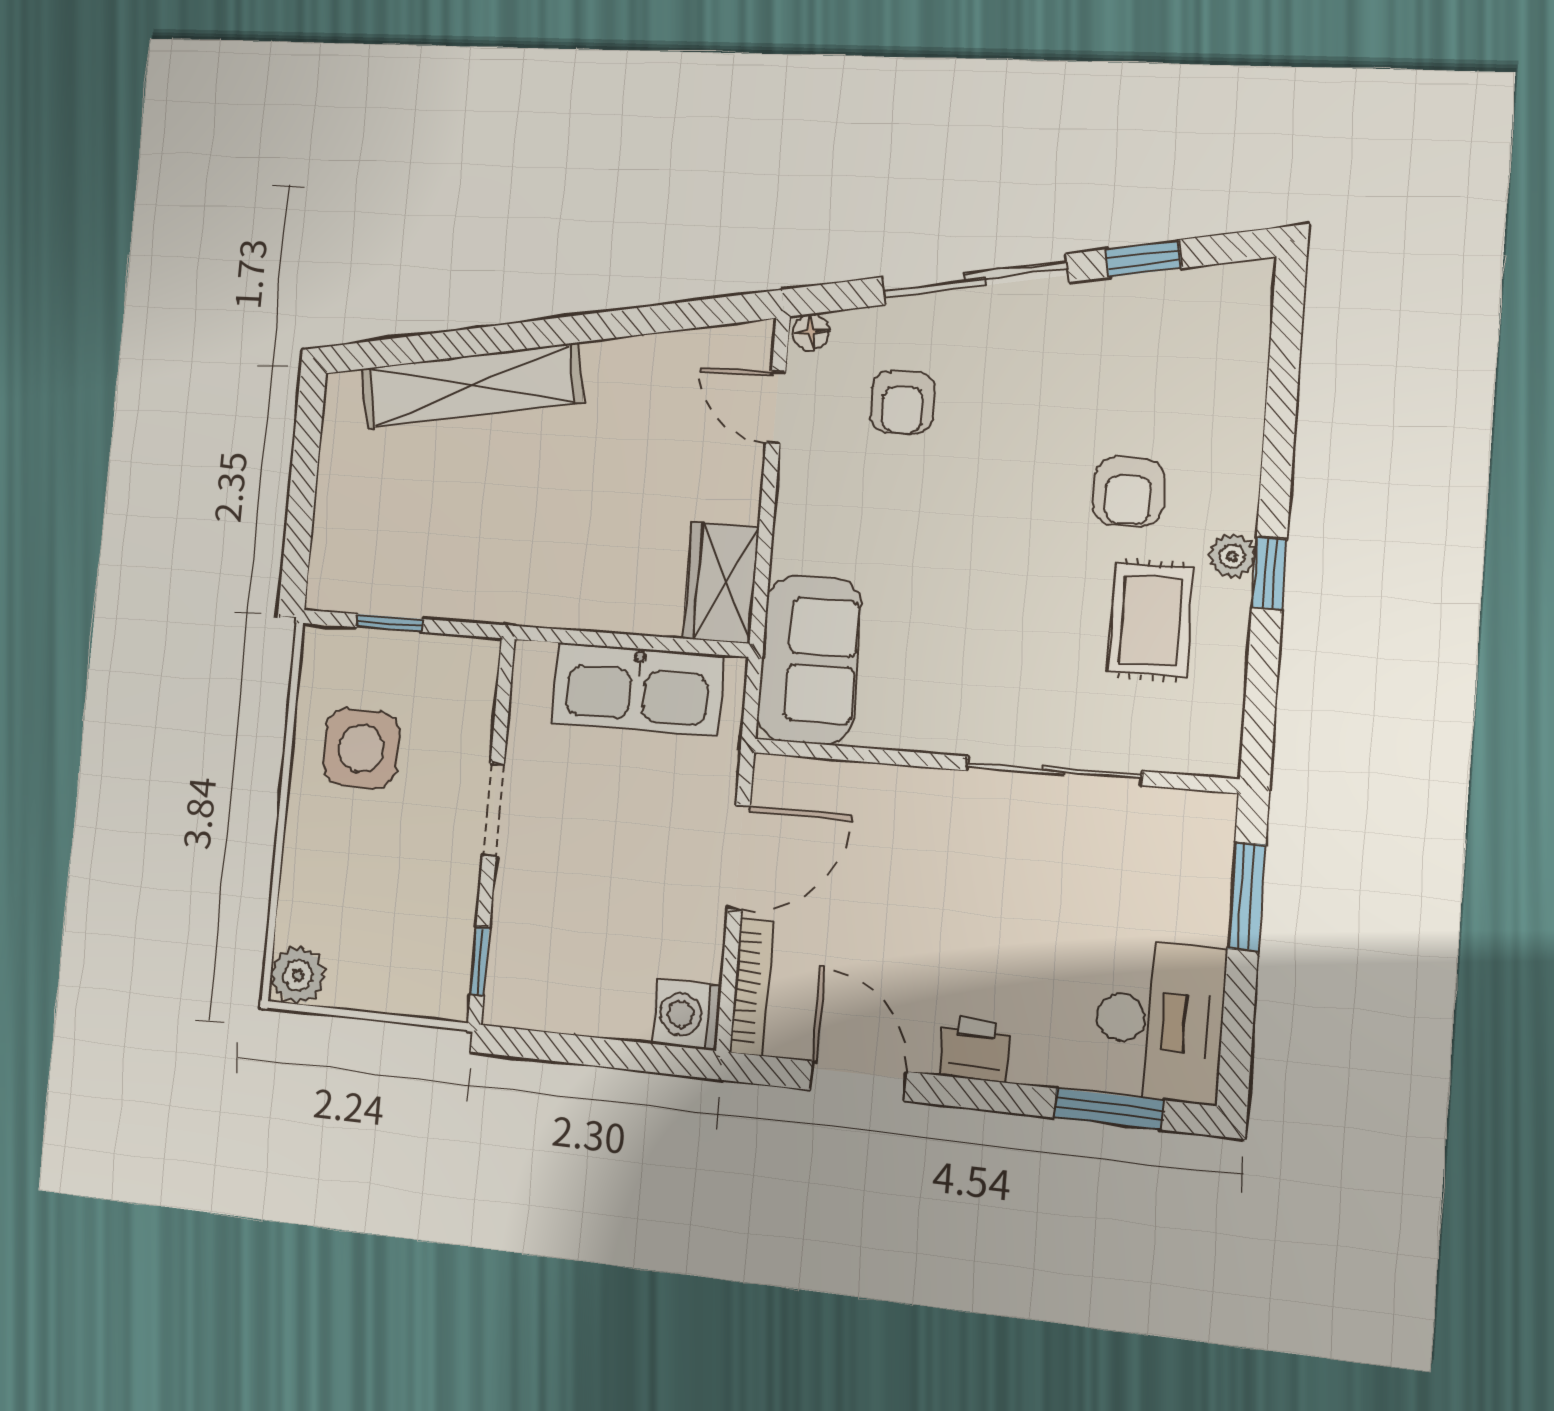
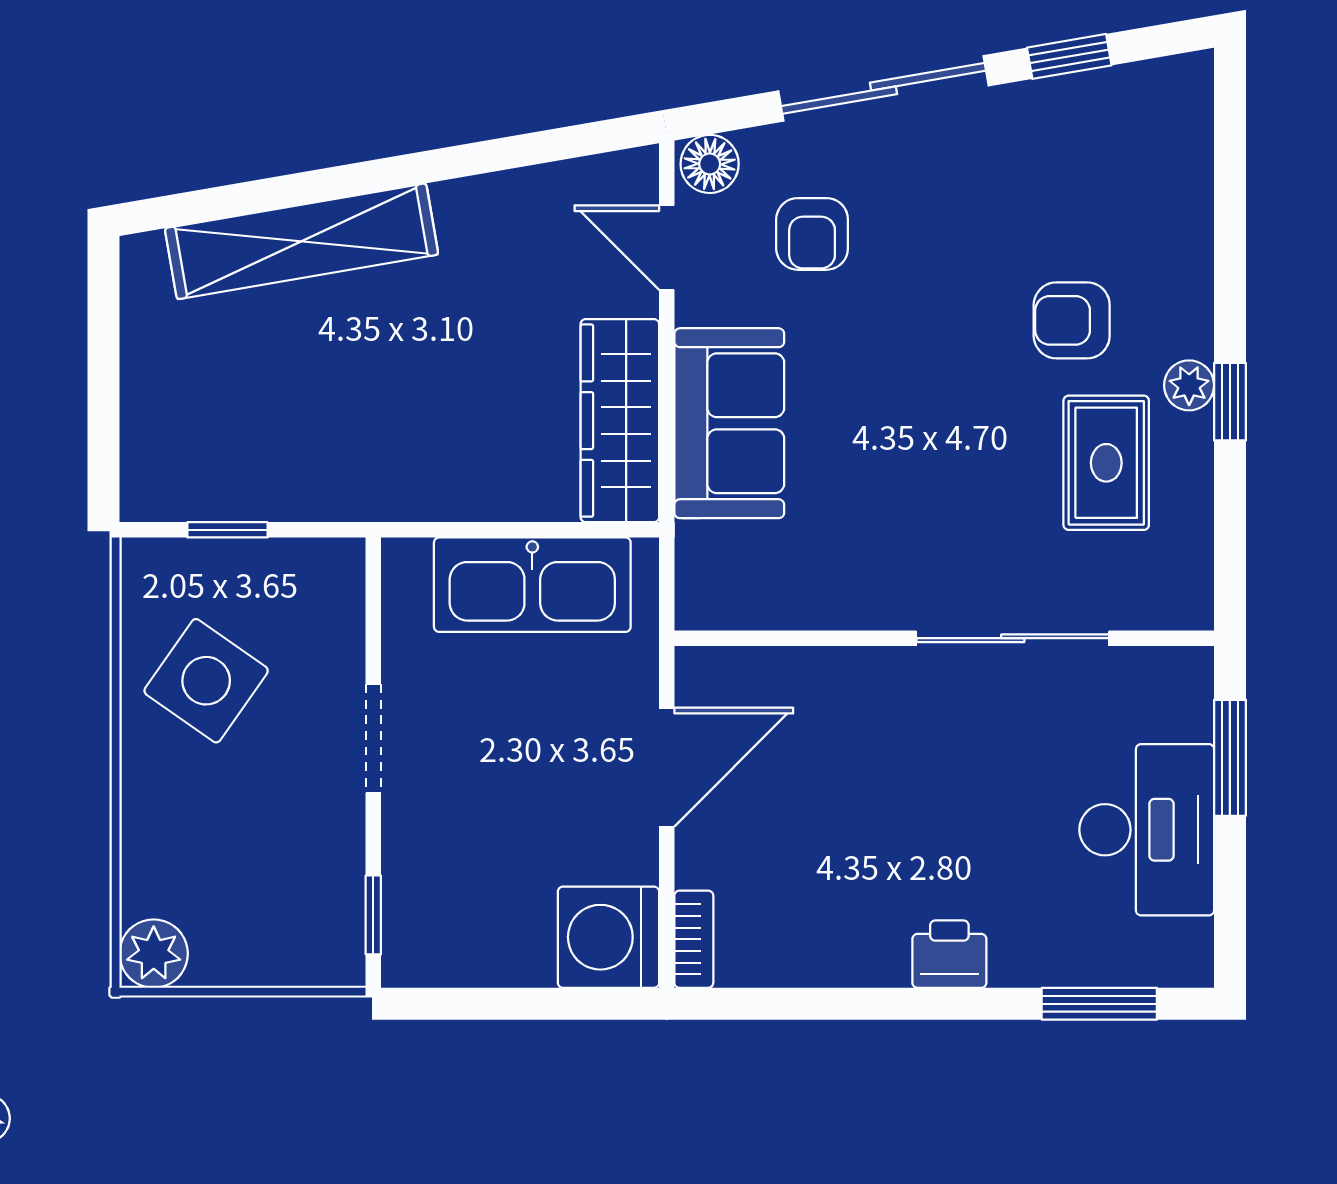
floor lamp: (811, 332) -> (710, 164), width x1.37, depth x1.37
armchair: (1129, 492) -> (1072, 320), turned 90
wardrobe: (721, 583) -> (620, 421), width x1.50
sofa: (809, 660) -> (729, 423), moved
side table: (361, 749) -> (206, 681), turned 35
bookcase: (752, 987) -> (694, 939), width x0.64
washing machine: (687, 1015) -> (608, 937), width x1.37, depth x1.37
desk: (1159, 1021) -> (1147, 830), moved
door: (858, 1081) -> (822, 1004), removed

